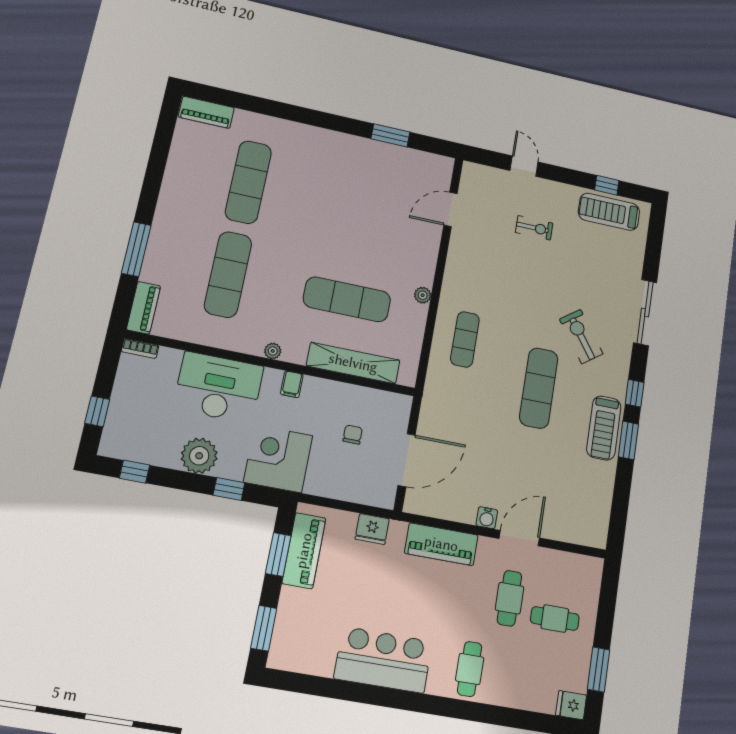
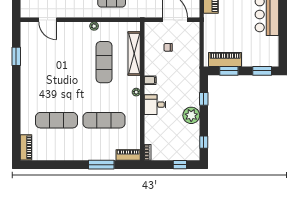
desk: (218, 387) -> (155, 105), width x0.53, depth x0.77
corner desk: (278, 459) -> (186, 80), removed
fridge: (372, 529) -> (210, 30), removed

